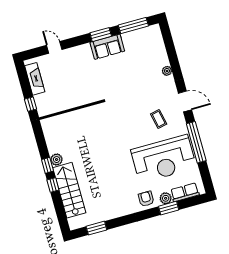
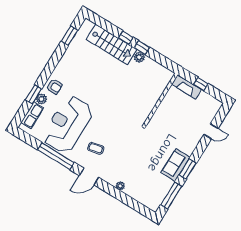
fireplace: (35, 79) -> (187, 87), moved
window: (31, 104) -> (201, 84), moved

